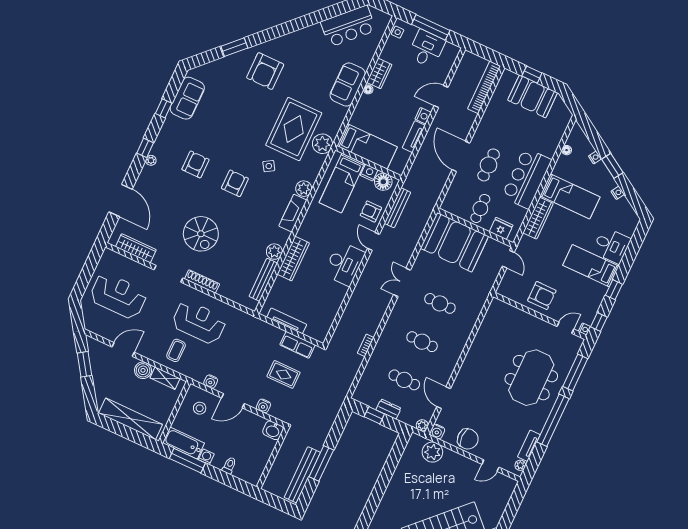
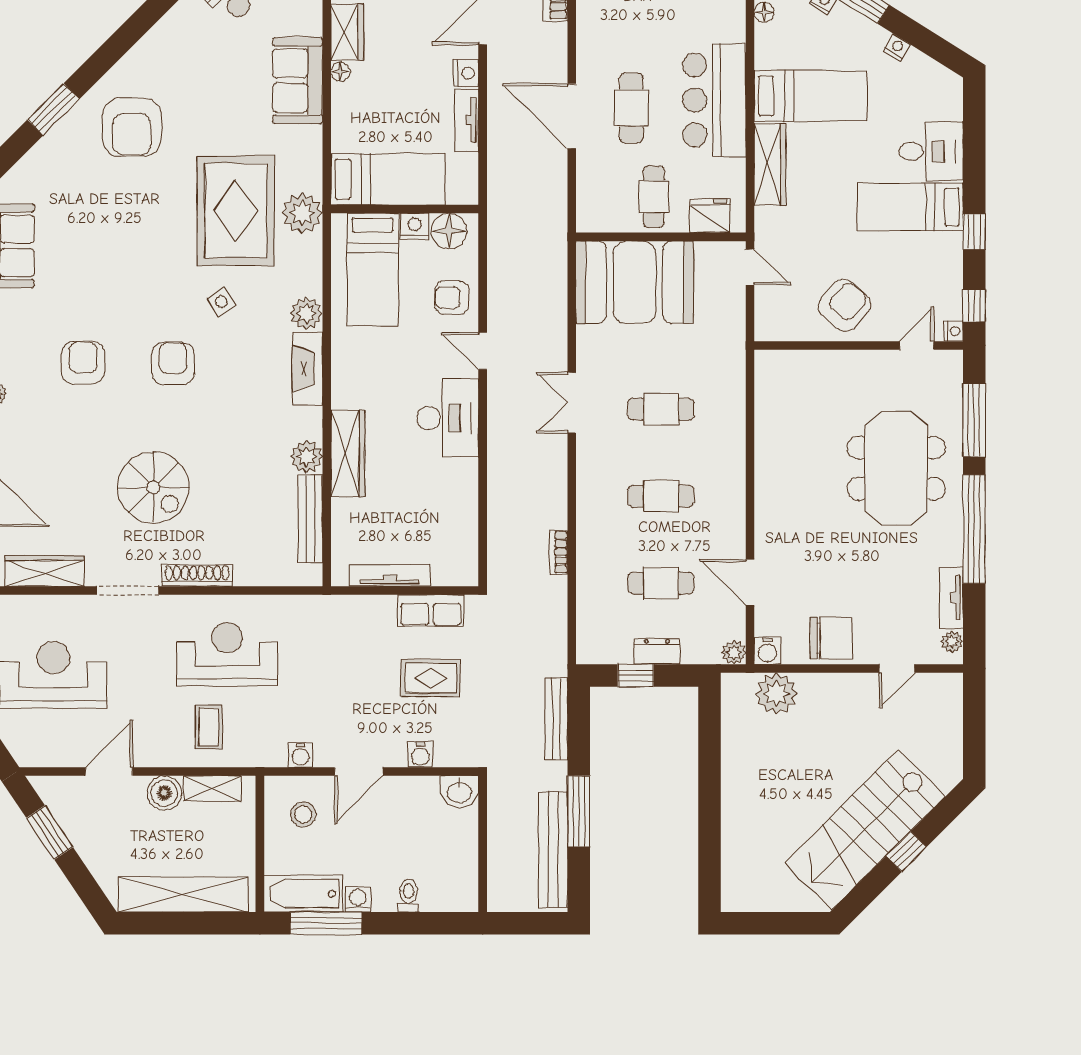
bench: (397, 208) -> (556, 719), moved
armchair: (542, 296) -> (844, 306), turned -48

